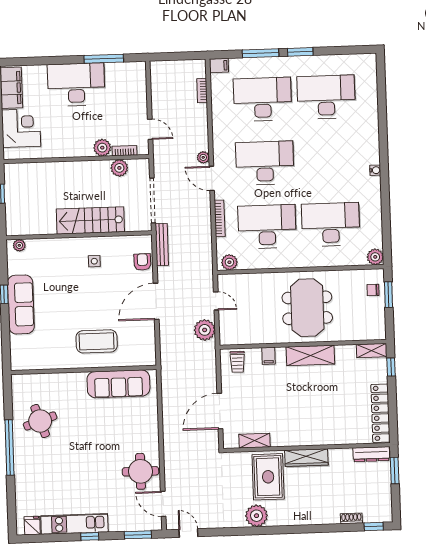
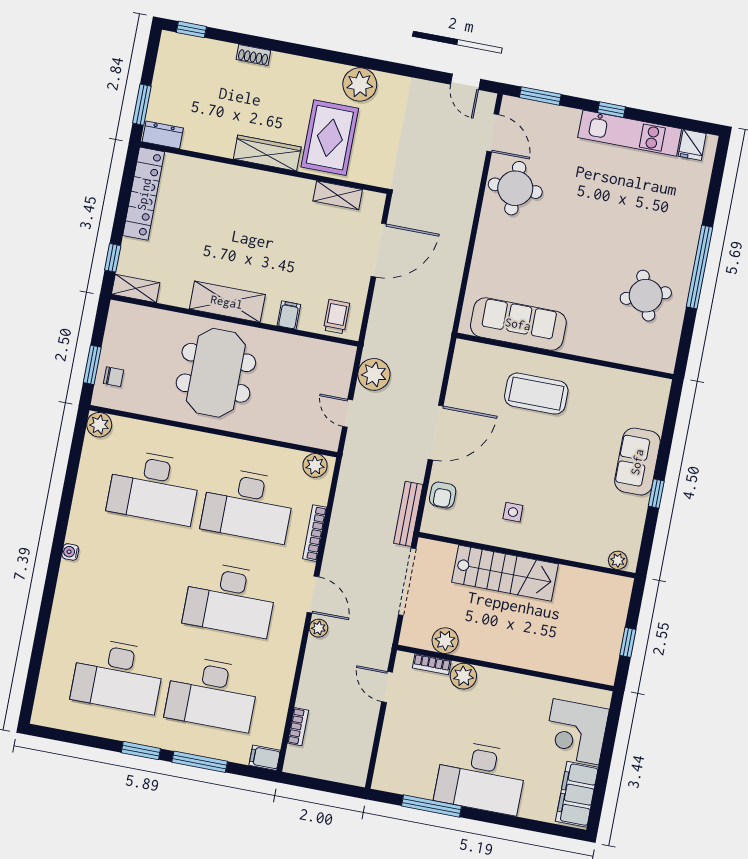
sofa: (21, 304) -> (637, 462), width x0.73
dresser: (371, 454) -> (163, 135), width x0.70
shoe rack: (351, 518) -> (253, 55), moved

